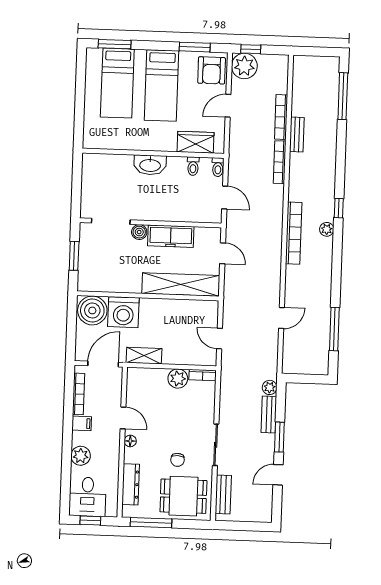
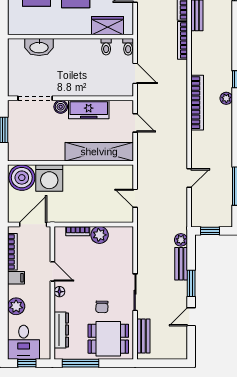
washbasin: (150, 165) -> (39, 47), moved
shelving: (144, 356) -> (69, 216), removed
bookcase: (203, 375) -> (78, 231), moved
window: (303, 379) -> (210, 231), added

